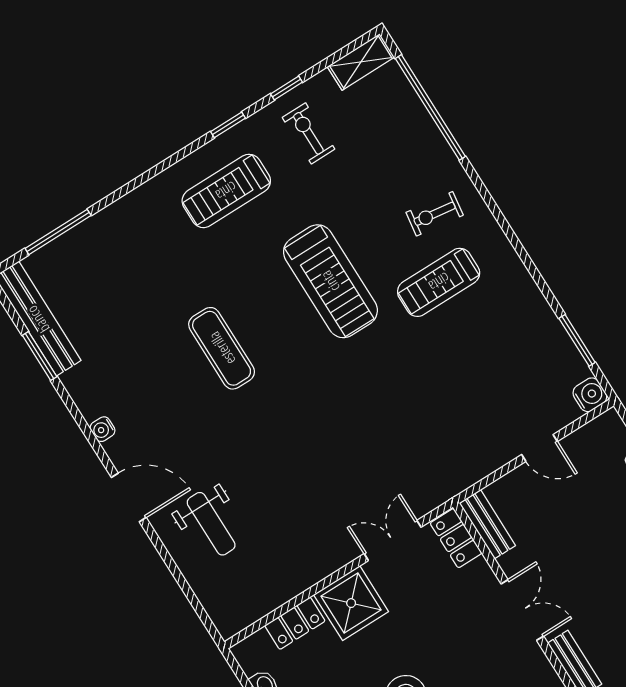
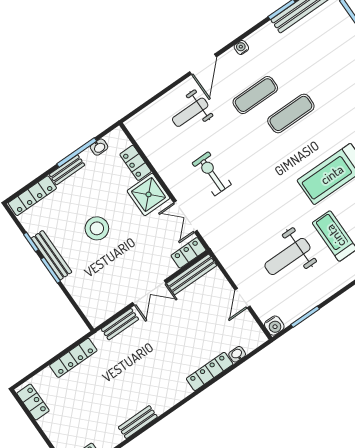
weight bench: (470, 366) -> (287, 256), added
exercise mat: (187, 409) -> (255, 95), added
exercise bike: (320, 491) -> (212, 174), added
bench: (487, 524) -> (192, 274), width x1.36
double door: (393, 540) -> (185, 217), swing flipped

